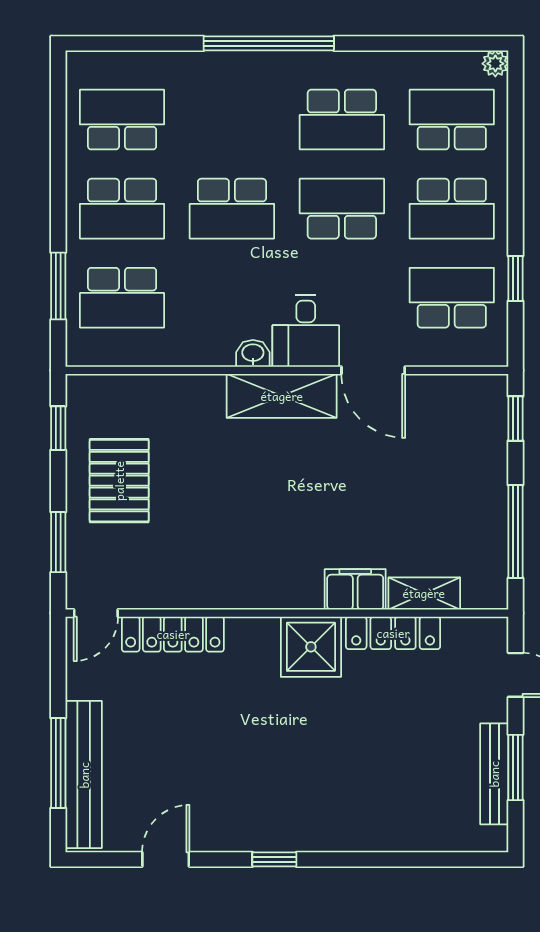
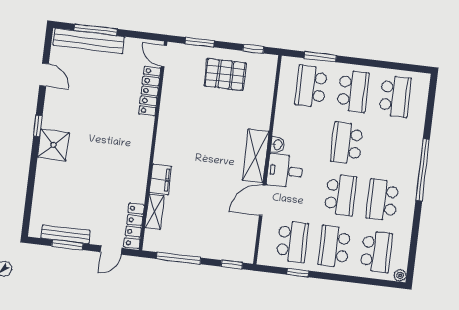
school desk: (122, 209) -> (353, 91), turned 180
locker: (393, 633) -> (134, 226), moved
shower: (311, 647) -> (53, 145), moved

